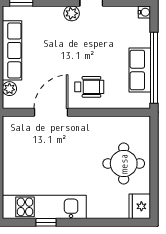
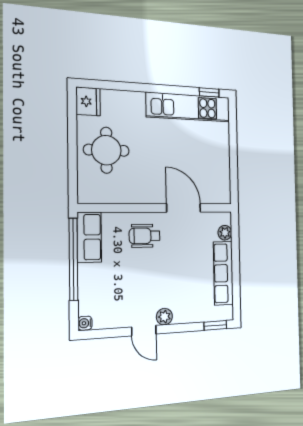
row of seats: (140, 70) -> (89, 237), moved
door: (51, 112) -> (184, 208), swing flipped
window: (46, 222) -> (209, 92), moved

